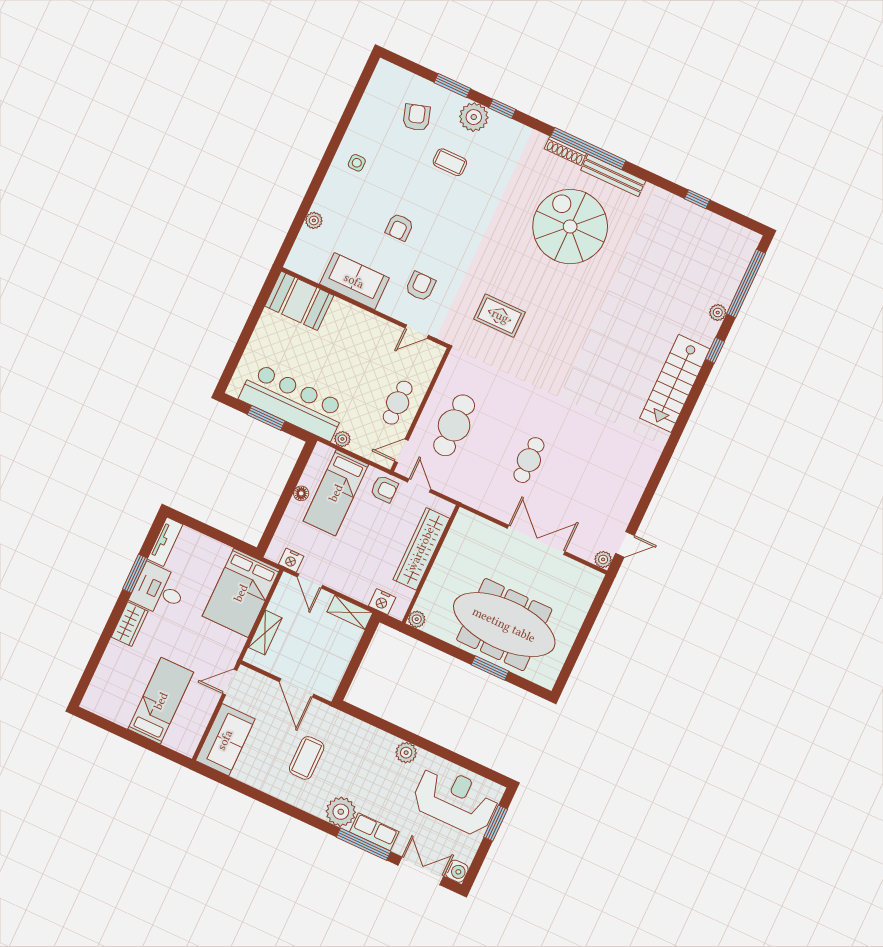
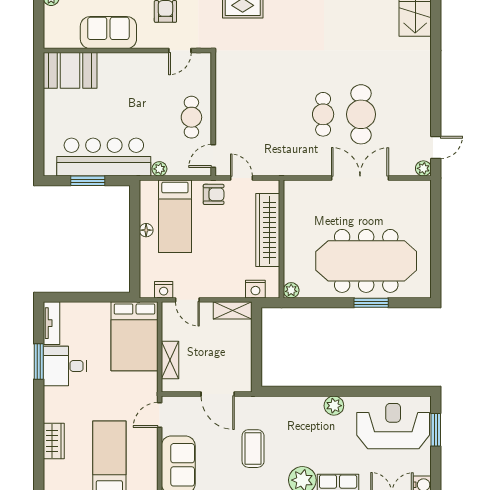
cafe table: (454, 425) -> (361, 114), moved
wardrobe: (130, 624) -> (54, 441), moved

